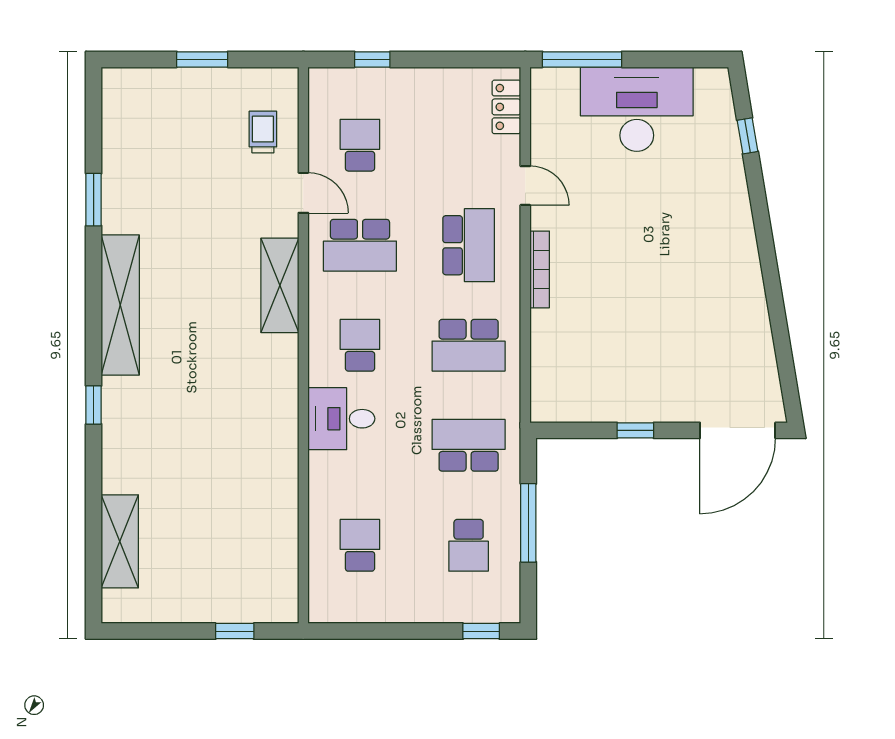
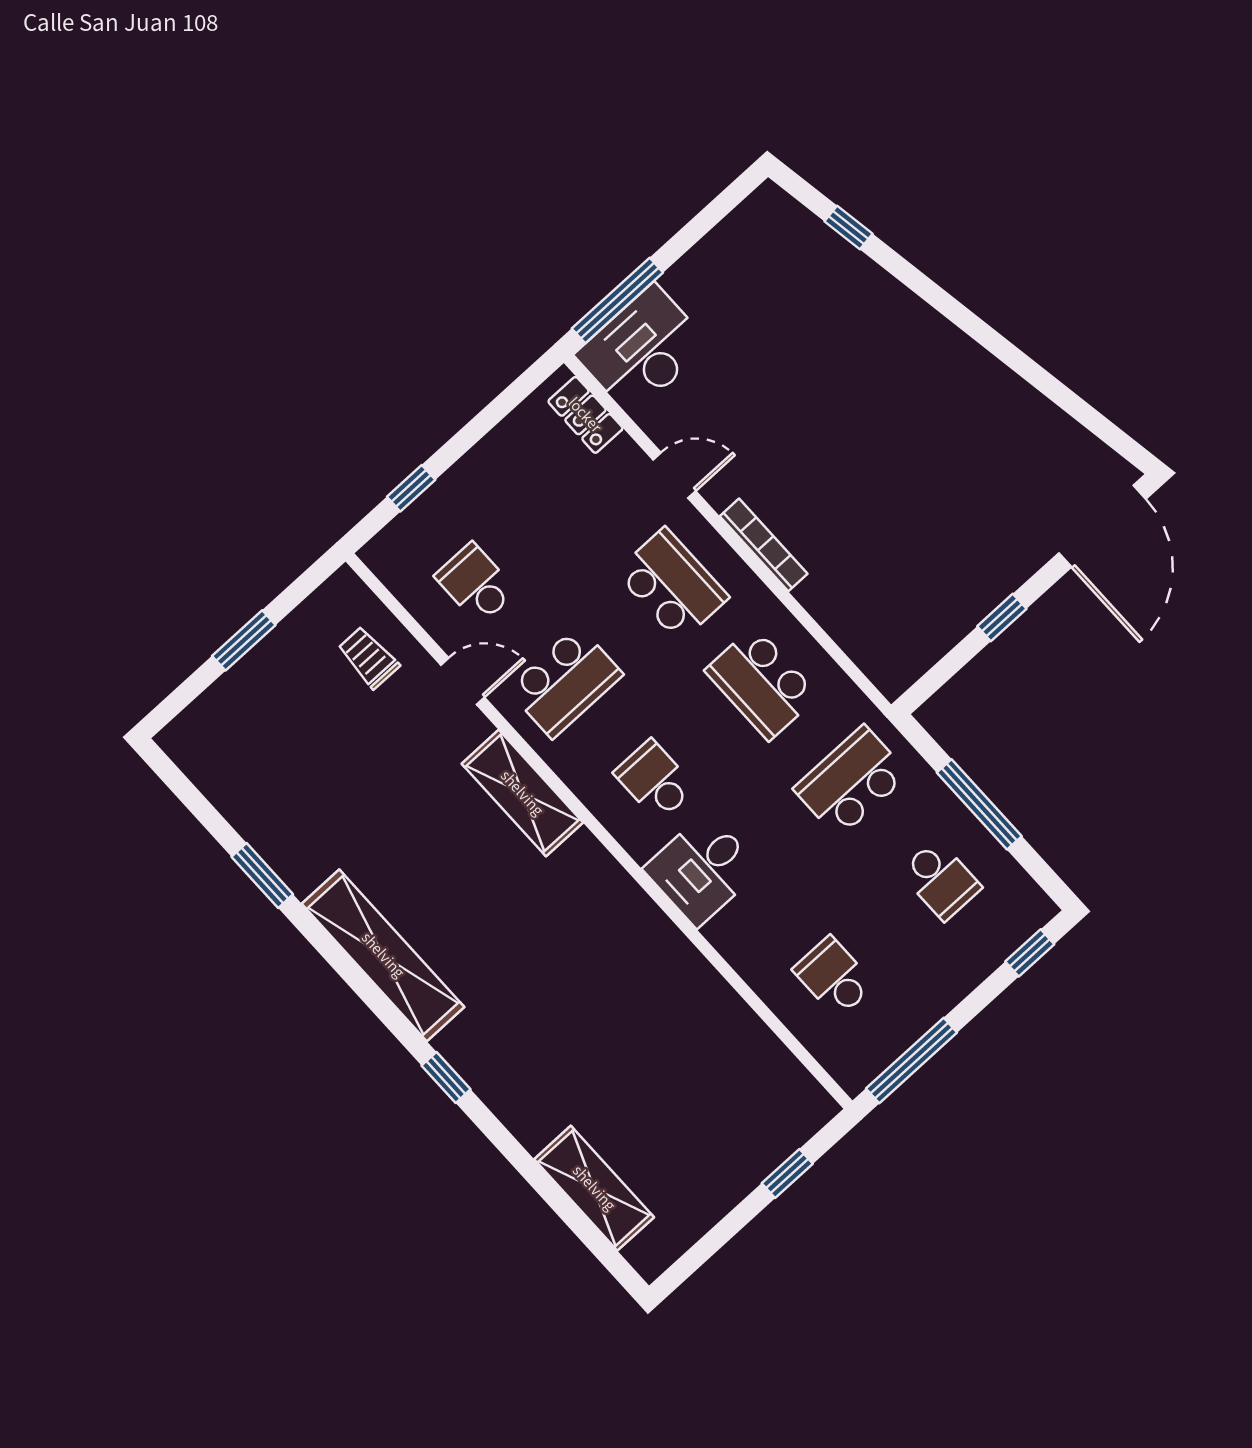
desk: (637, 109) -> (642, 350), moved, width x0.73, depth x0.77
school desk: (469, 345) -> (762, 683), turned 90
window: (361, 631) -> (912, 1060), added

